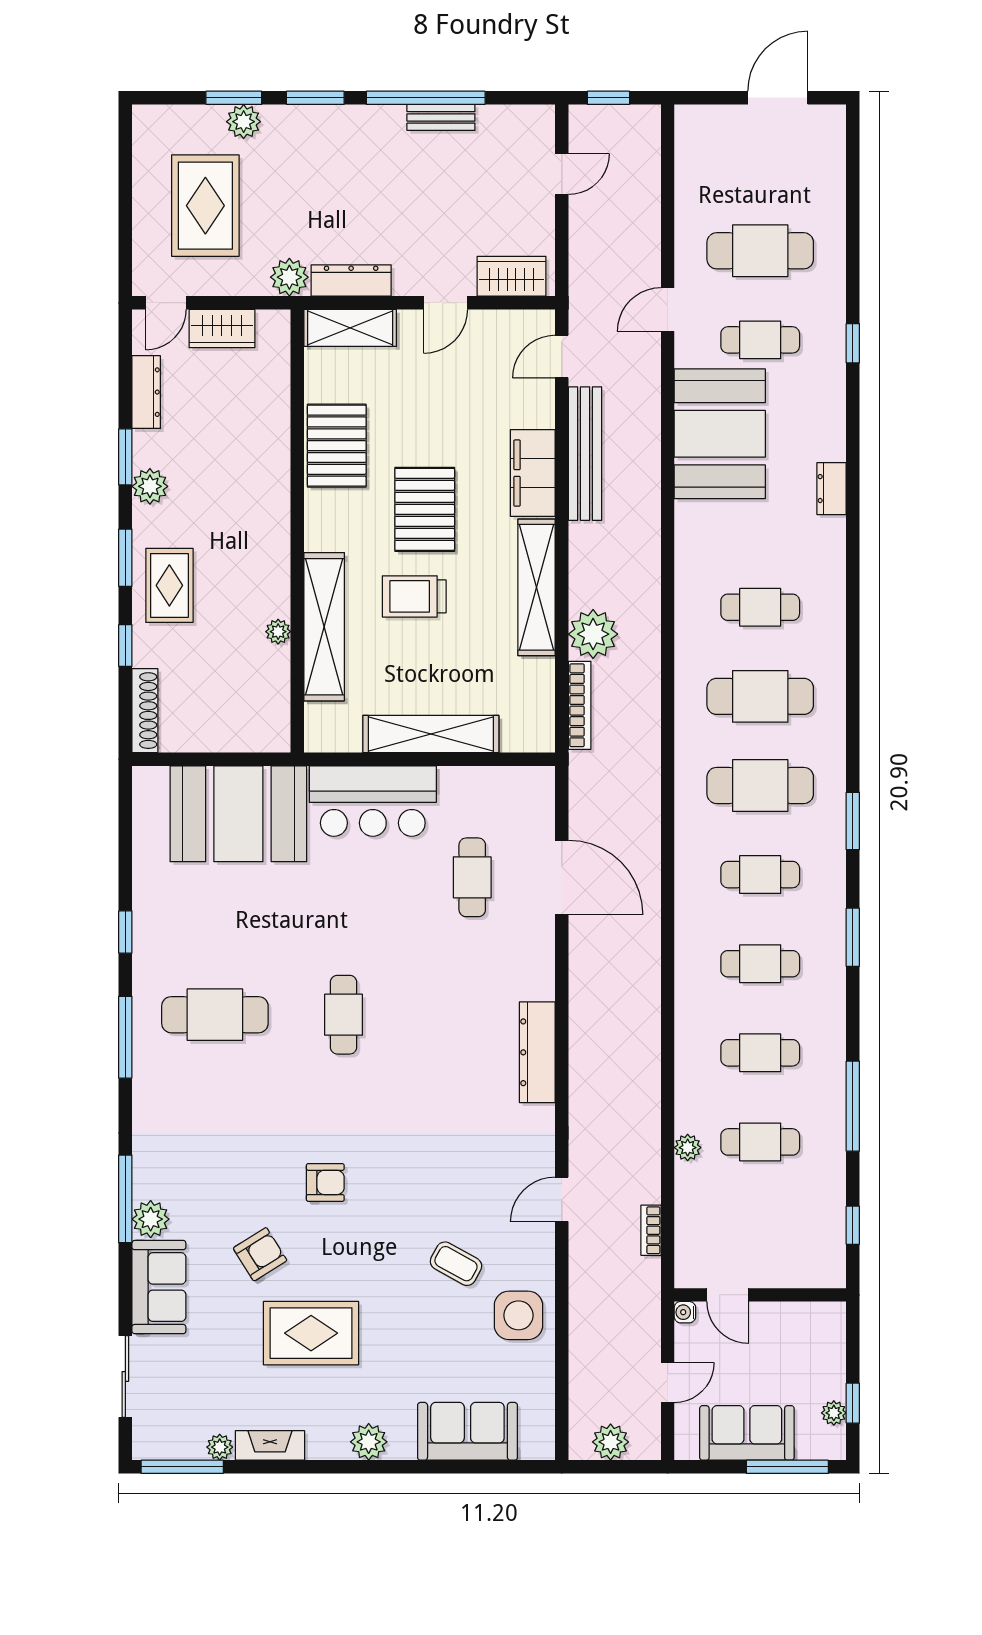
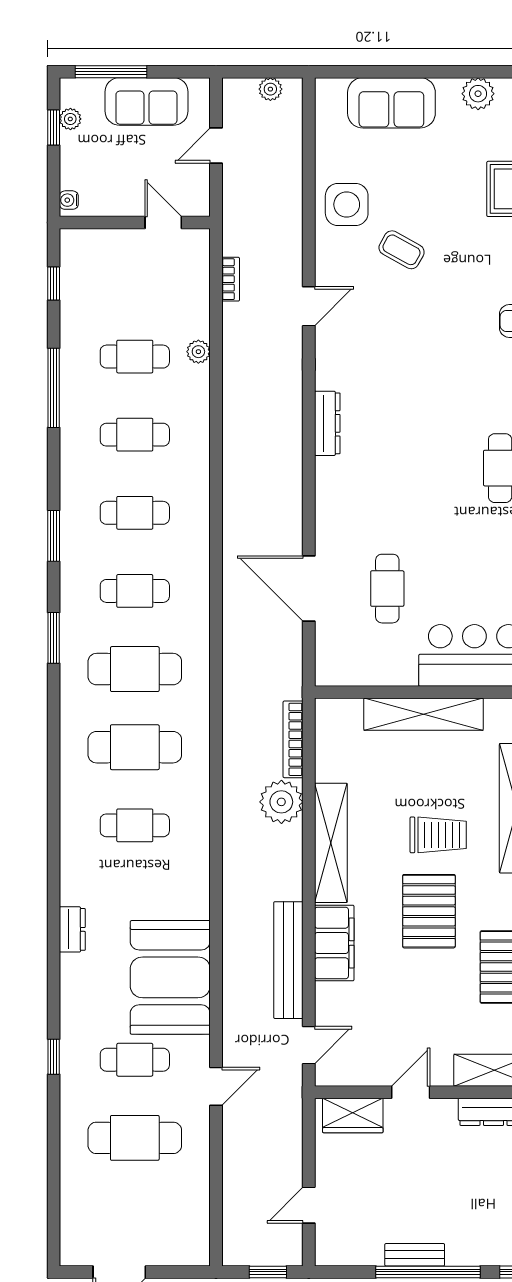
dresser: (537, 1052) -> (327, 423), width x0.73, depth x0.80
water cooler: (685, 1312) -> (69, 200), moved, turned 180
plant: (611, 1442) -> (270, 89), width x0.73, depth x0.73

